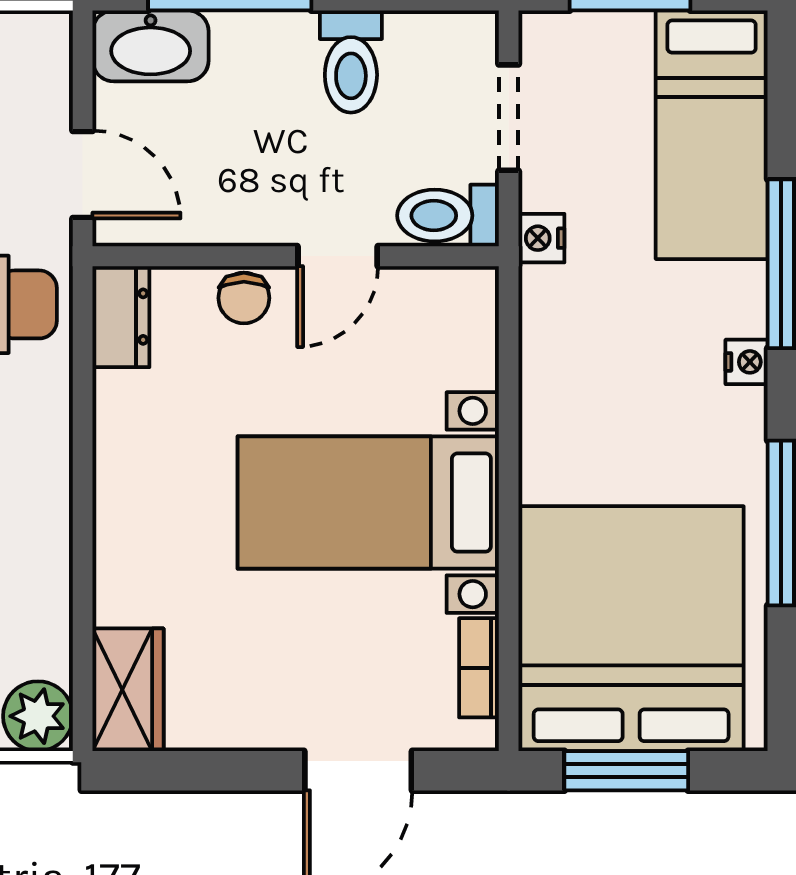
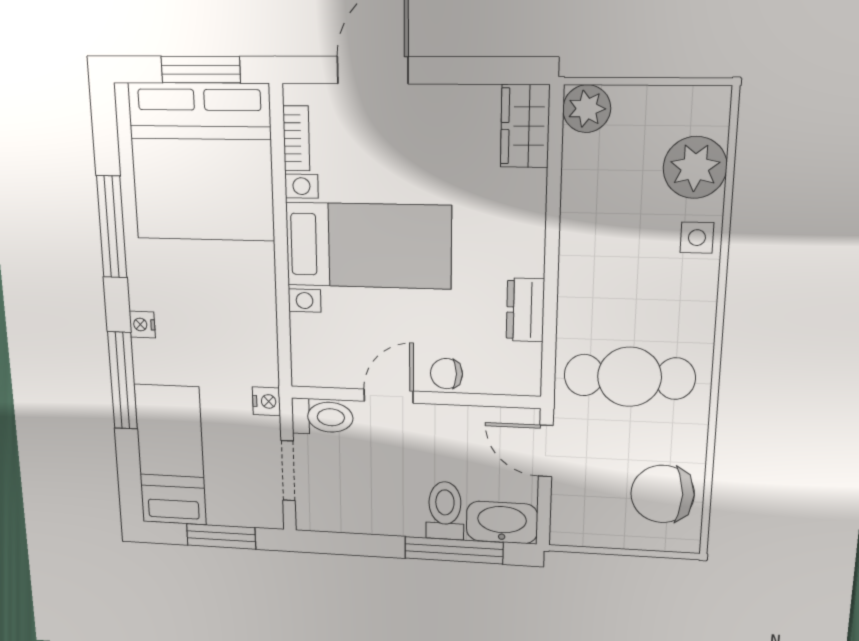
toilet: (351, 62) -> (445, 510), moved
chair: (244, 298) -> (446, 374), turned -90
dresser: (121, 317) -> (525, 310), moved

